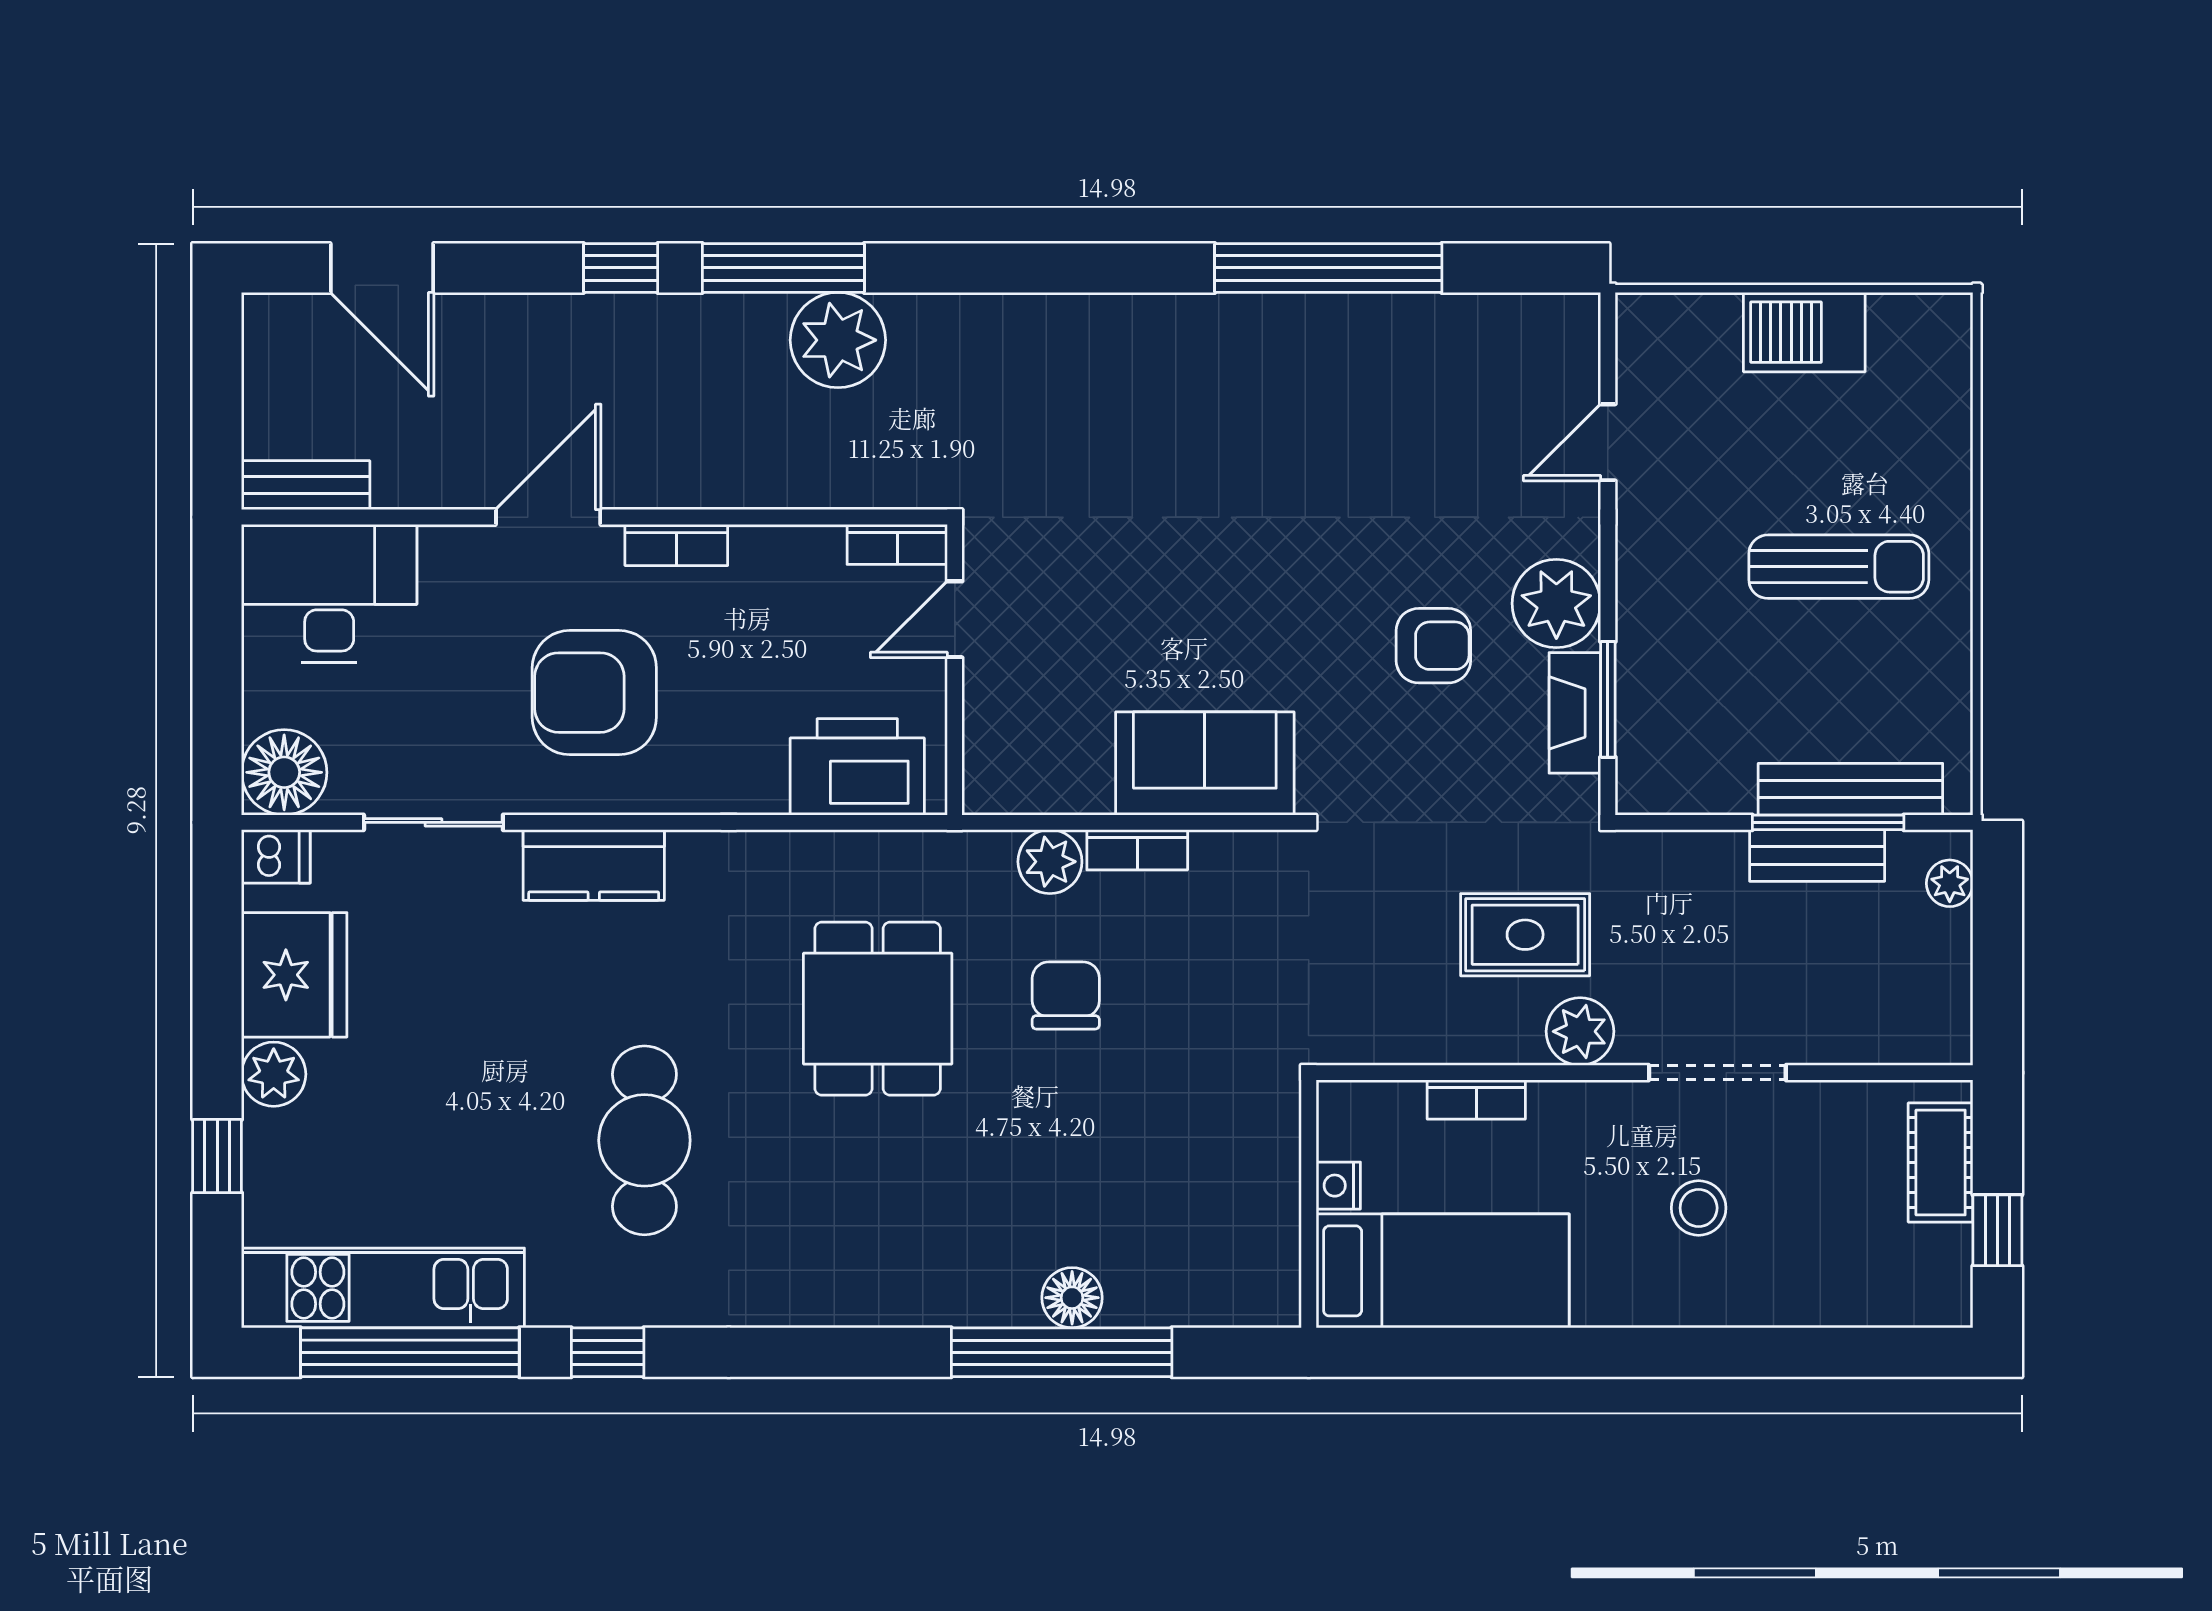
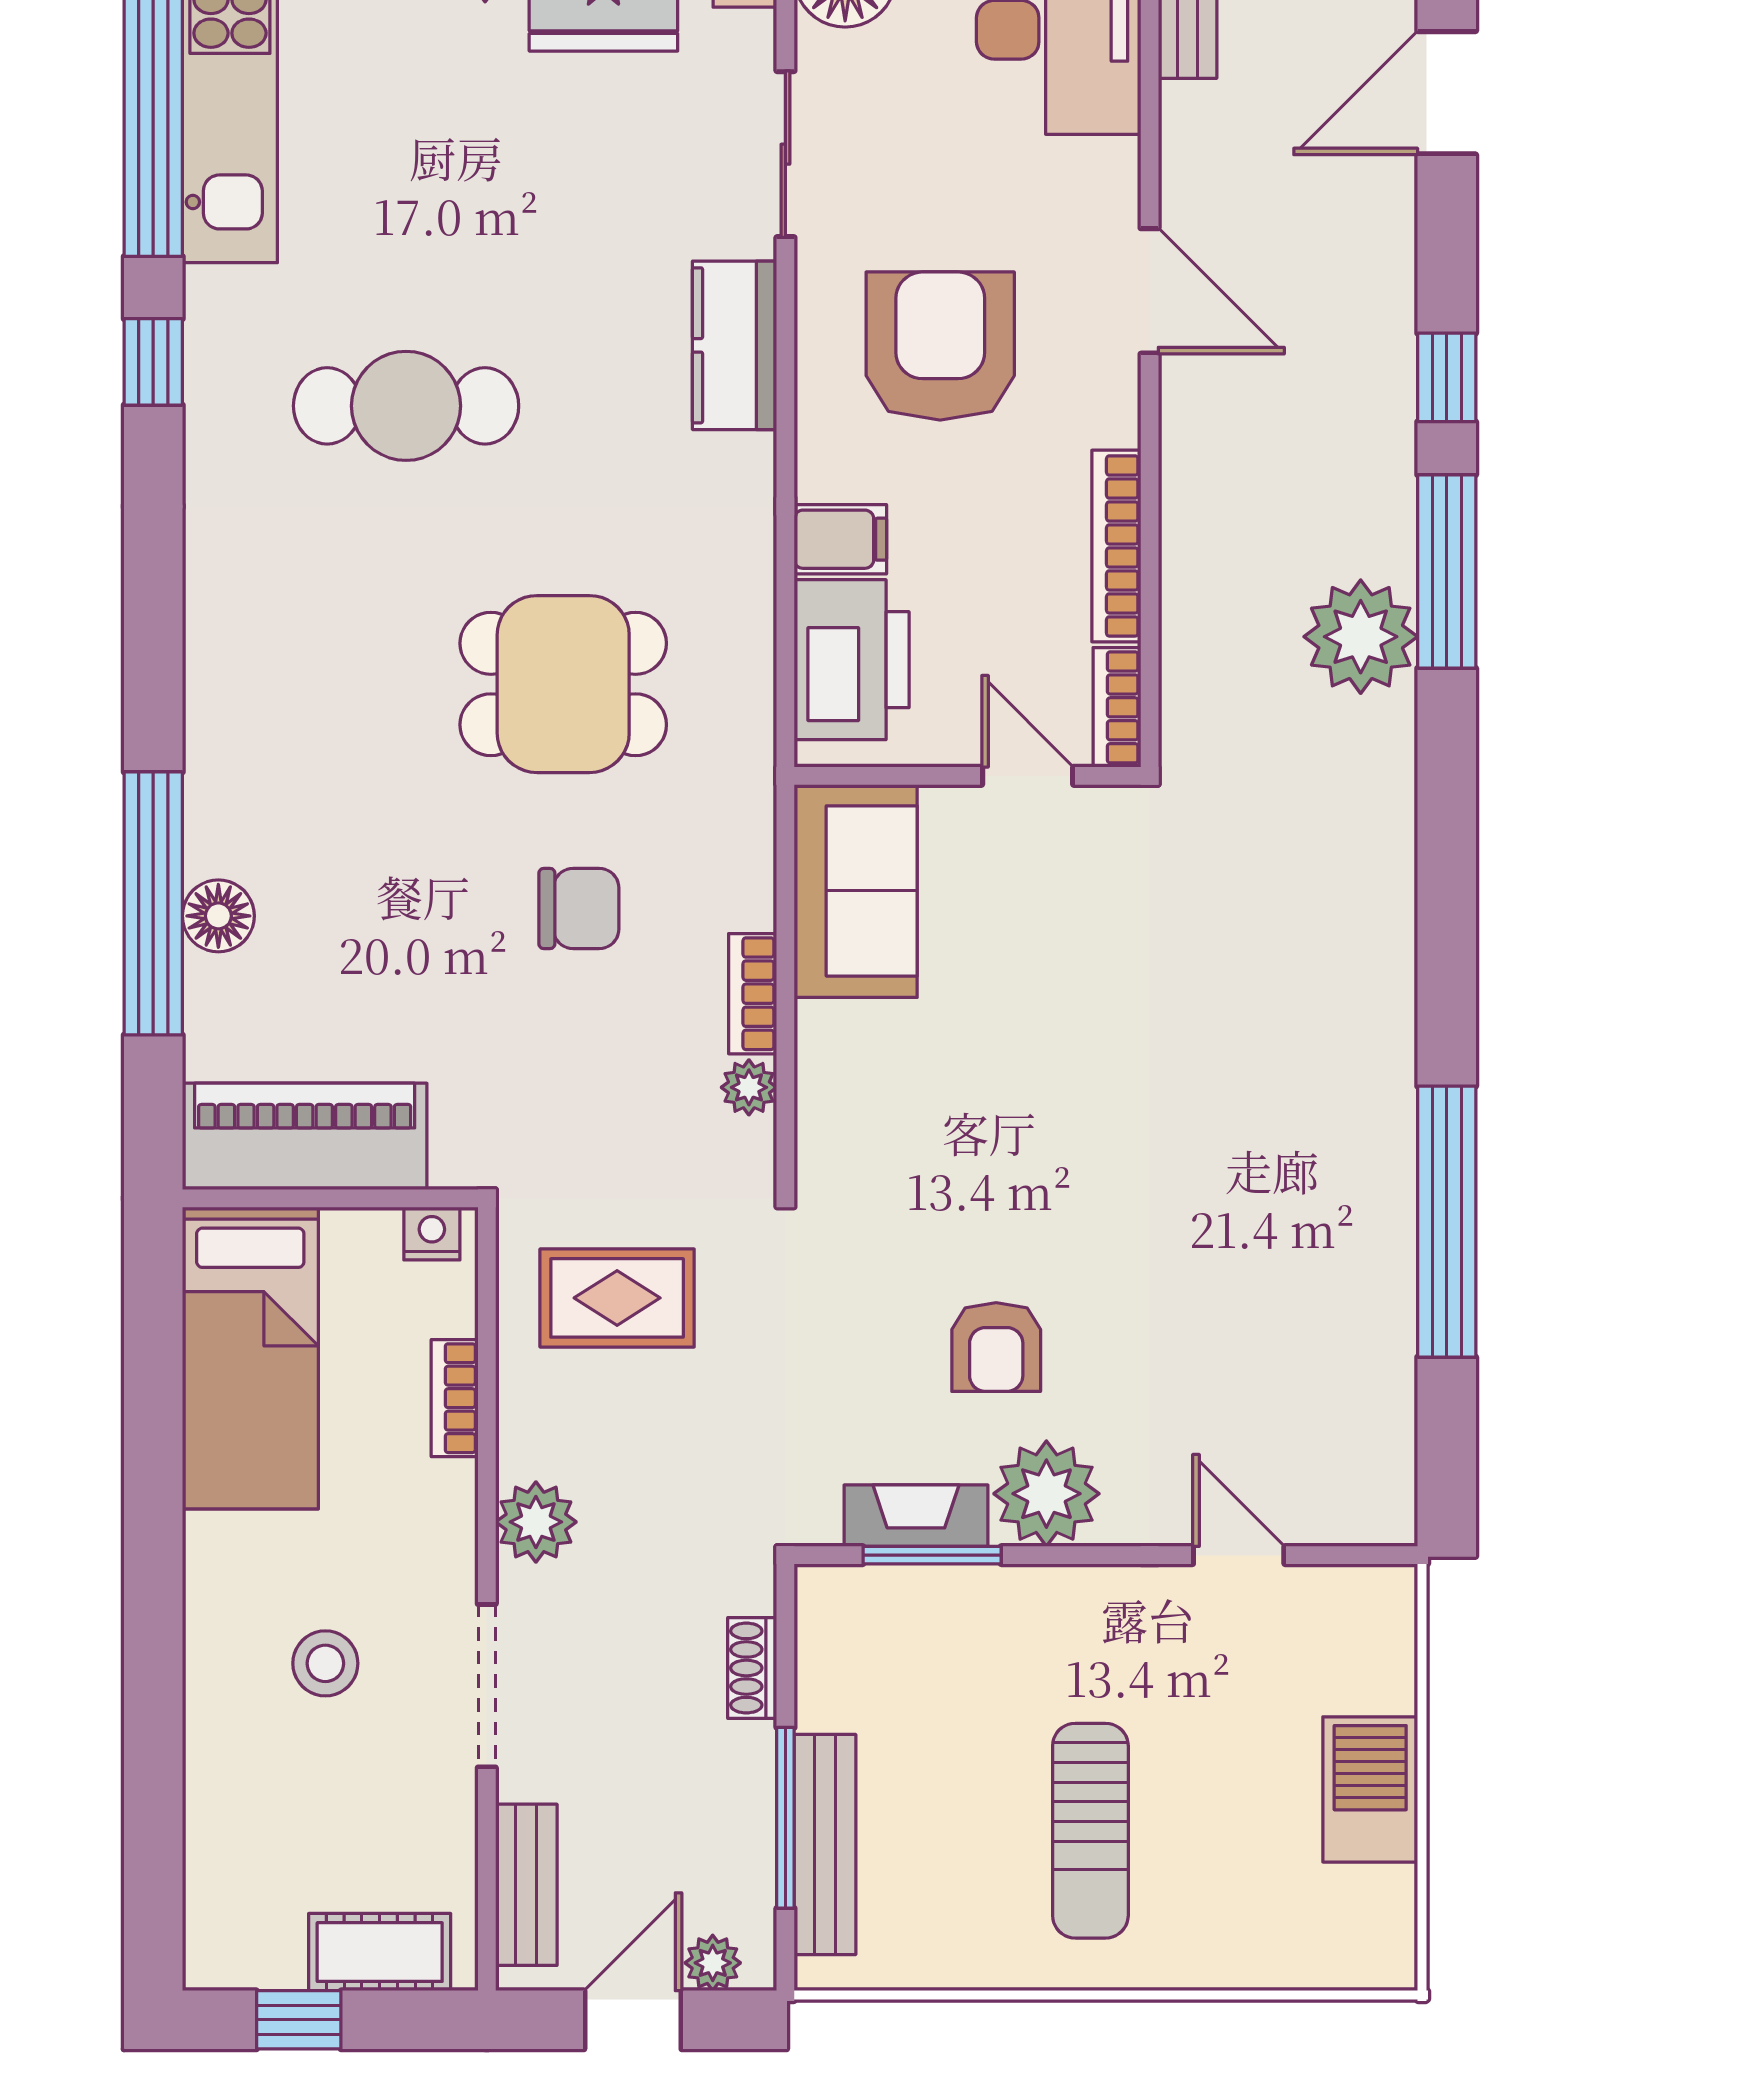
bookcase: (676, 545) -> (1116, 546), moved, width x1.56
sofa: (1205, 763) -> (856, 891), moved
filing cabinet: (756, 776) -> (840, 539), added
shoe rack: (1702, 850) -> (752, 1668), added
bench: (1817, 855) -> (526, 1885), moved
plant: (1050, 862) -> (749, 1087), moved, width x0.73, depth x0.73
rug: (1525, 935) -> (617, 1298), moved, turned 90
door: (1997, 950) -> (633, 2020), added
nightstand: (1338, 1186) -> (432, 1233), moved
piano: (1257, 1225) -> (305, 1136), added

